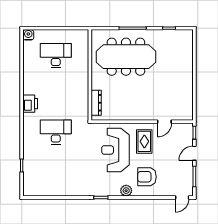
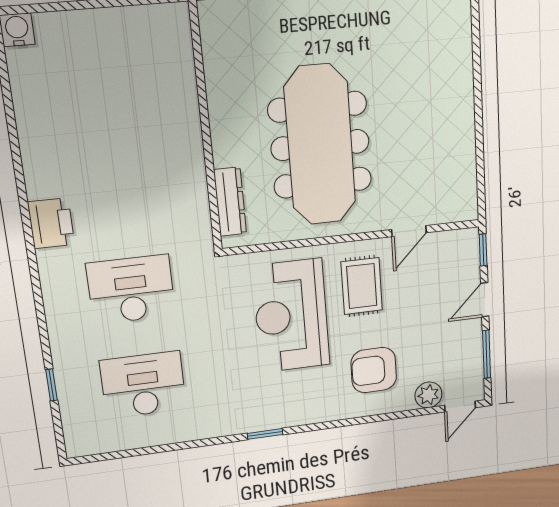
desk: (56, 55) -> (143, 385), moved
meeting table: (126, 57) -> (320, 145), moved, turned 90
plant: (126, 191) -> (428, 395), moved

